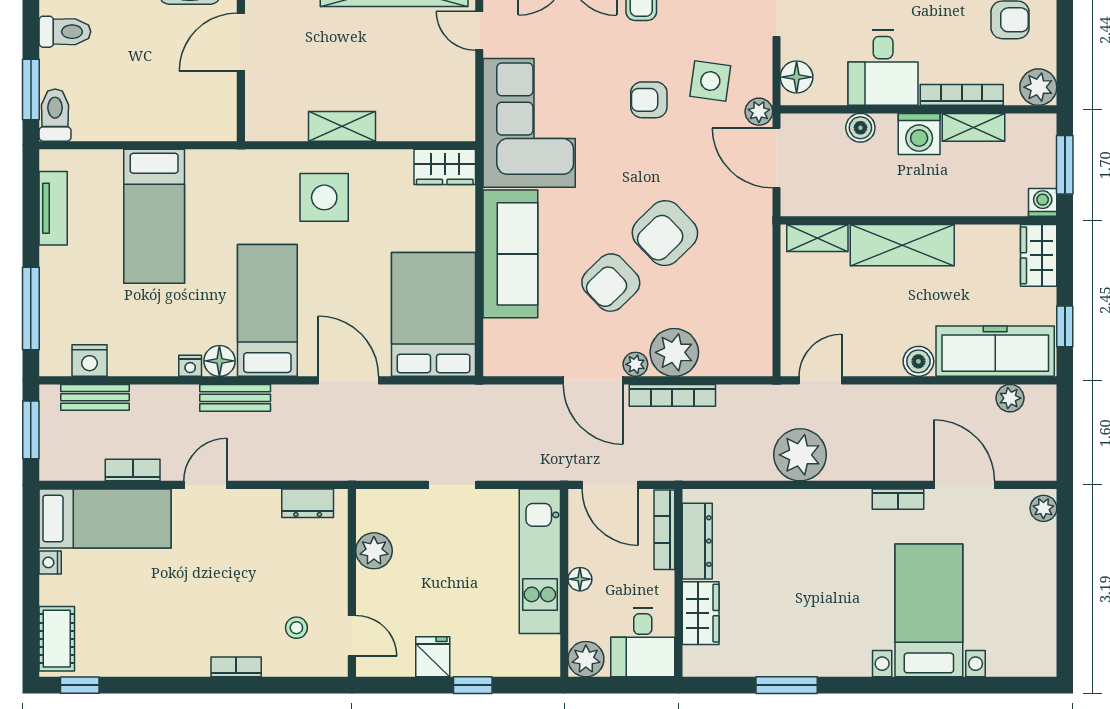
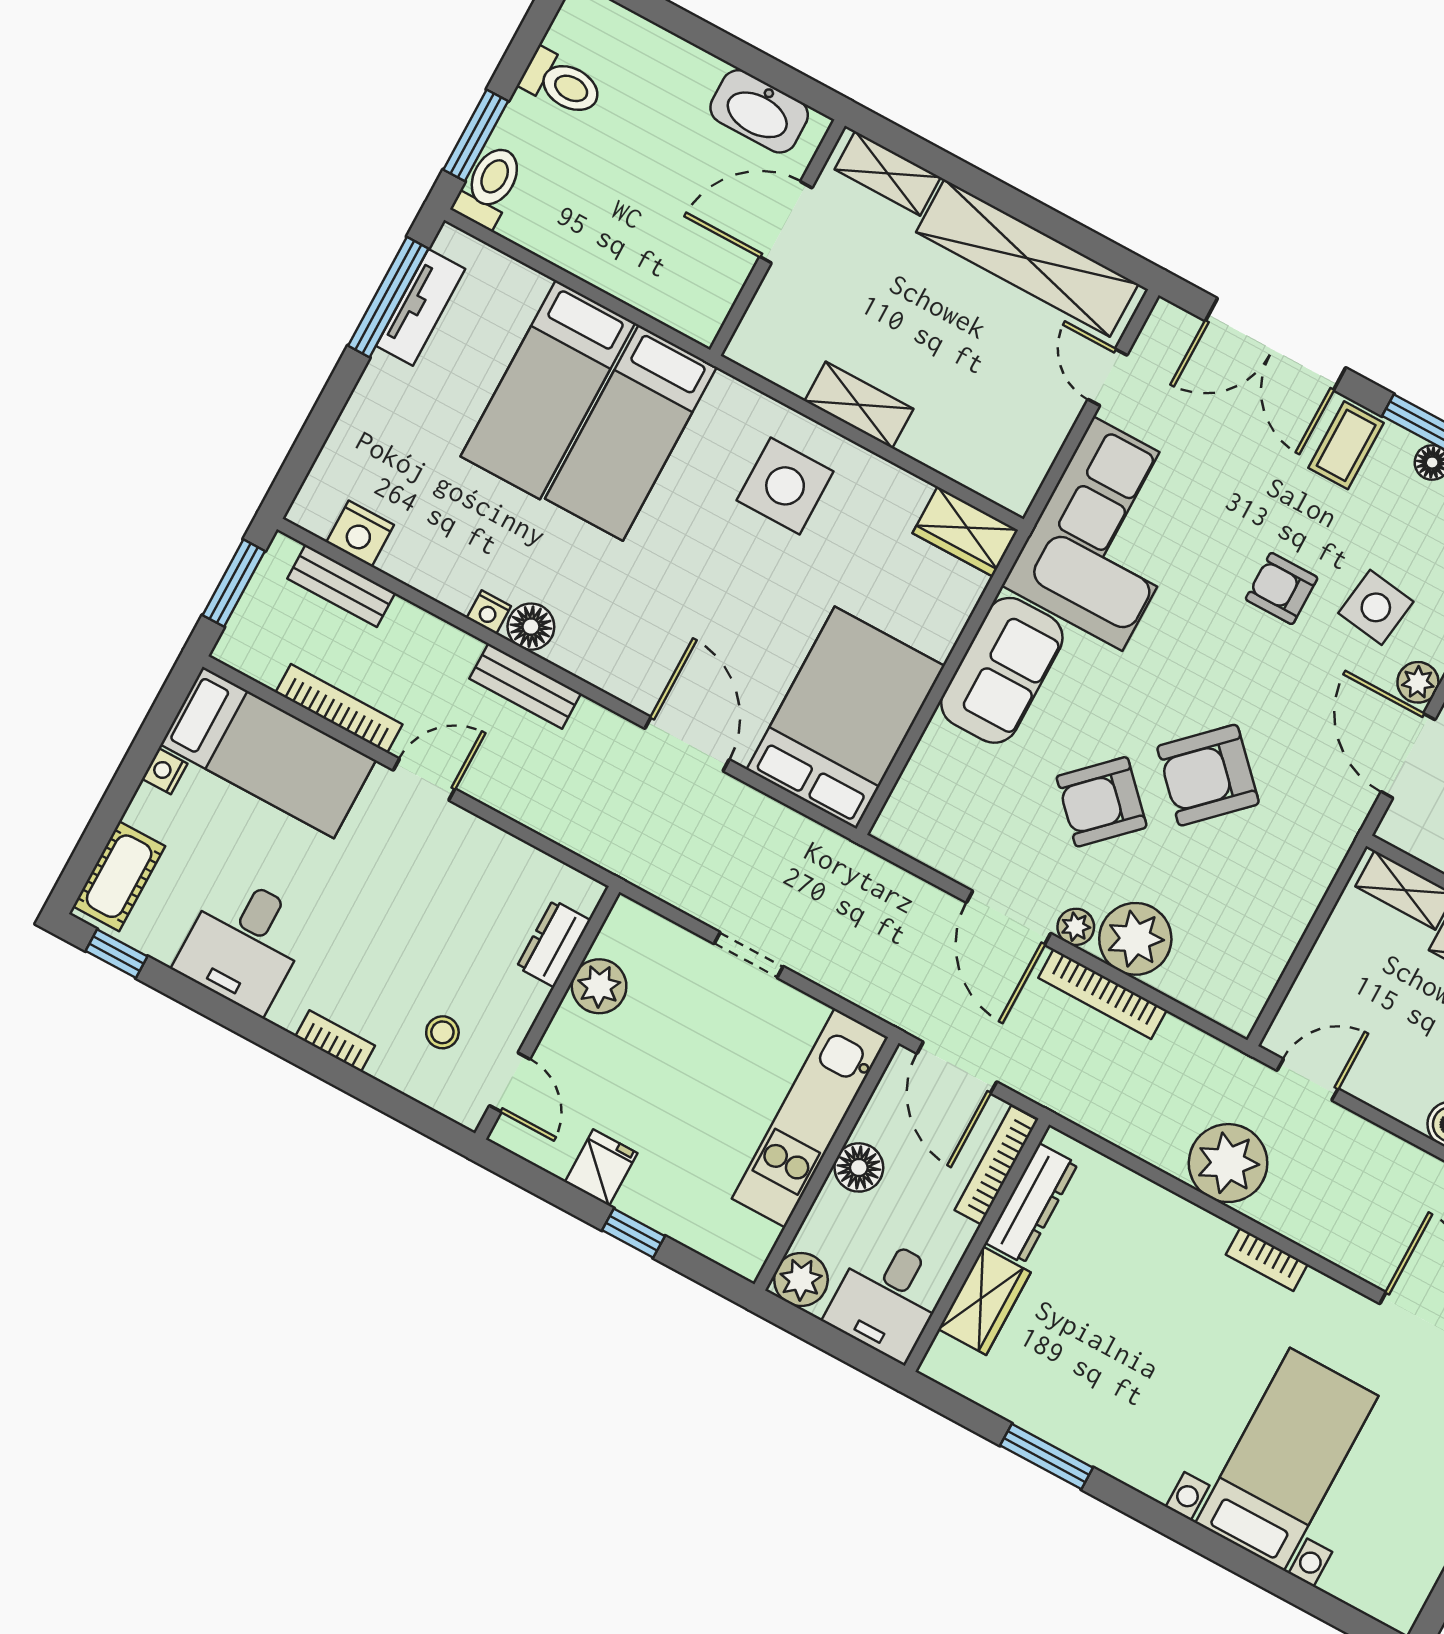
sofa: (510, 254) -> (1002, 670), width x0.73
window: (31, 308) -> (388, 297), moved
bed: (267, 310) -> (631, 433), moved, turned 180
bookcase: (133, 470) -> (339, 708), width x1.56
bookcase: (898, 499) -> (1267, 1259), moved
dresser: (308, 503) -> (554, 944), moved, turned 90
floor lamp: (580, 579) -> (859, 1167), width x1.37, depth x1.37
desk: (151, 639) -> (244, 944), added

